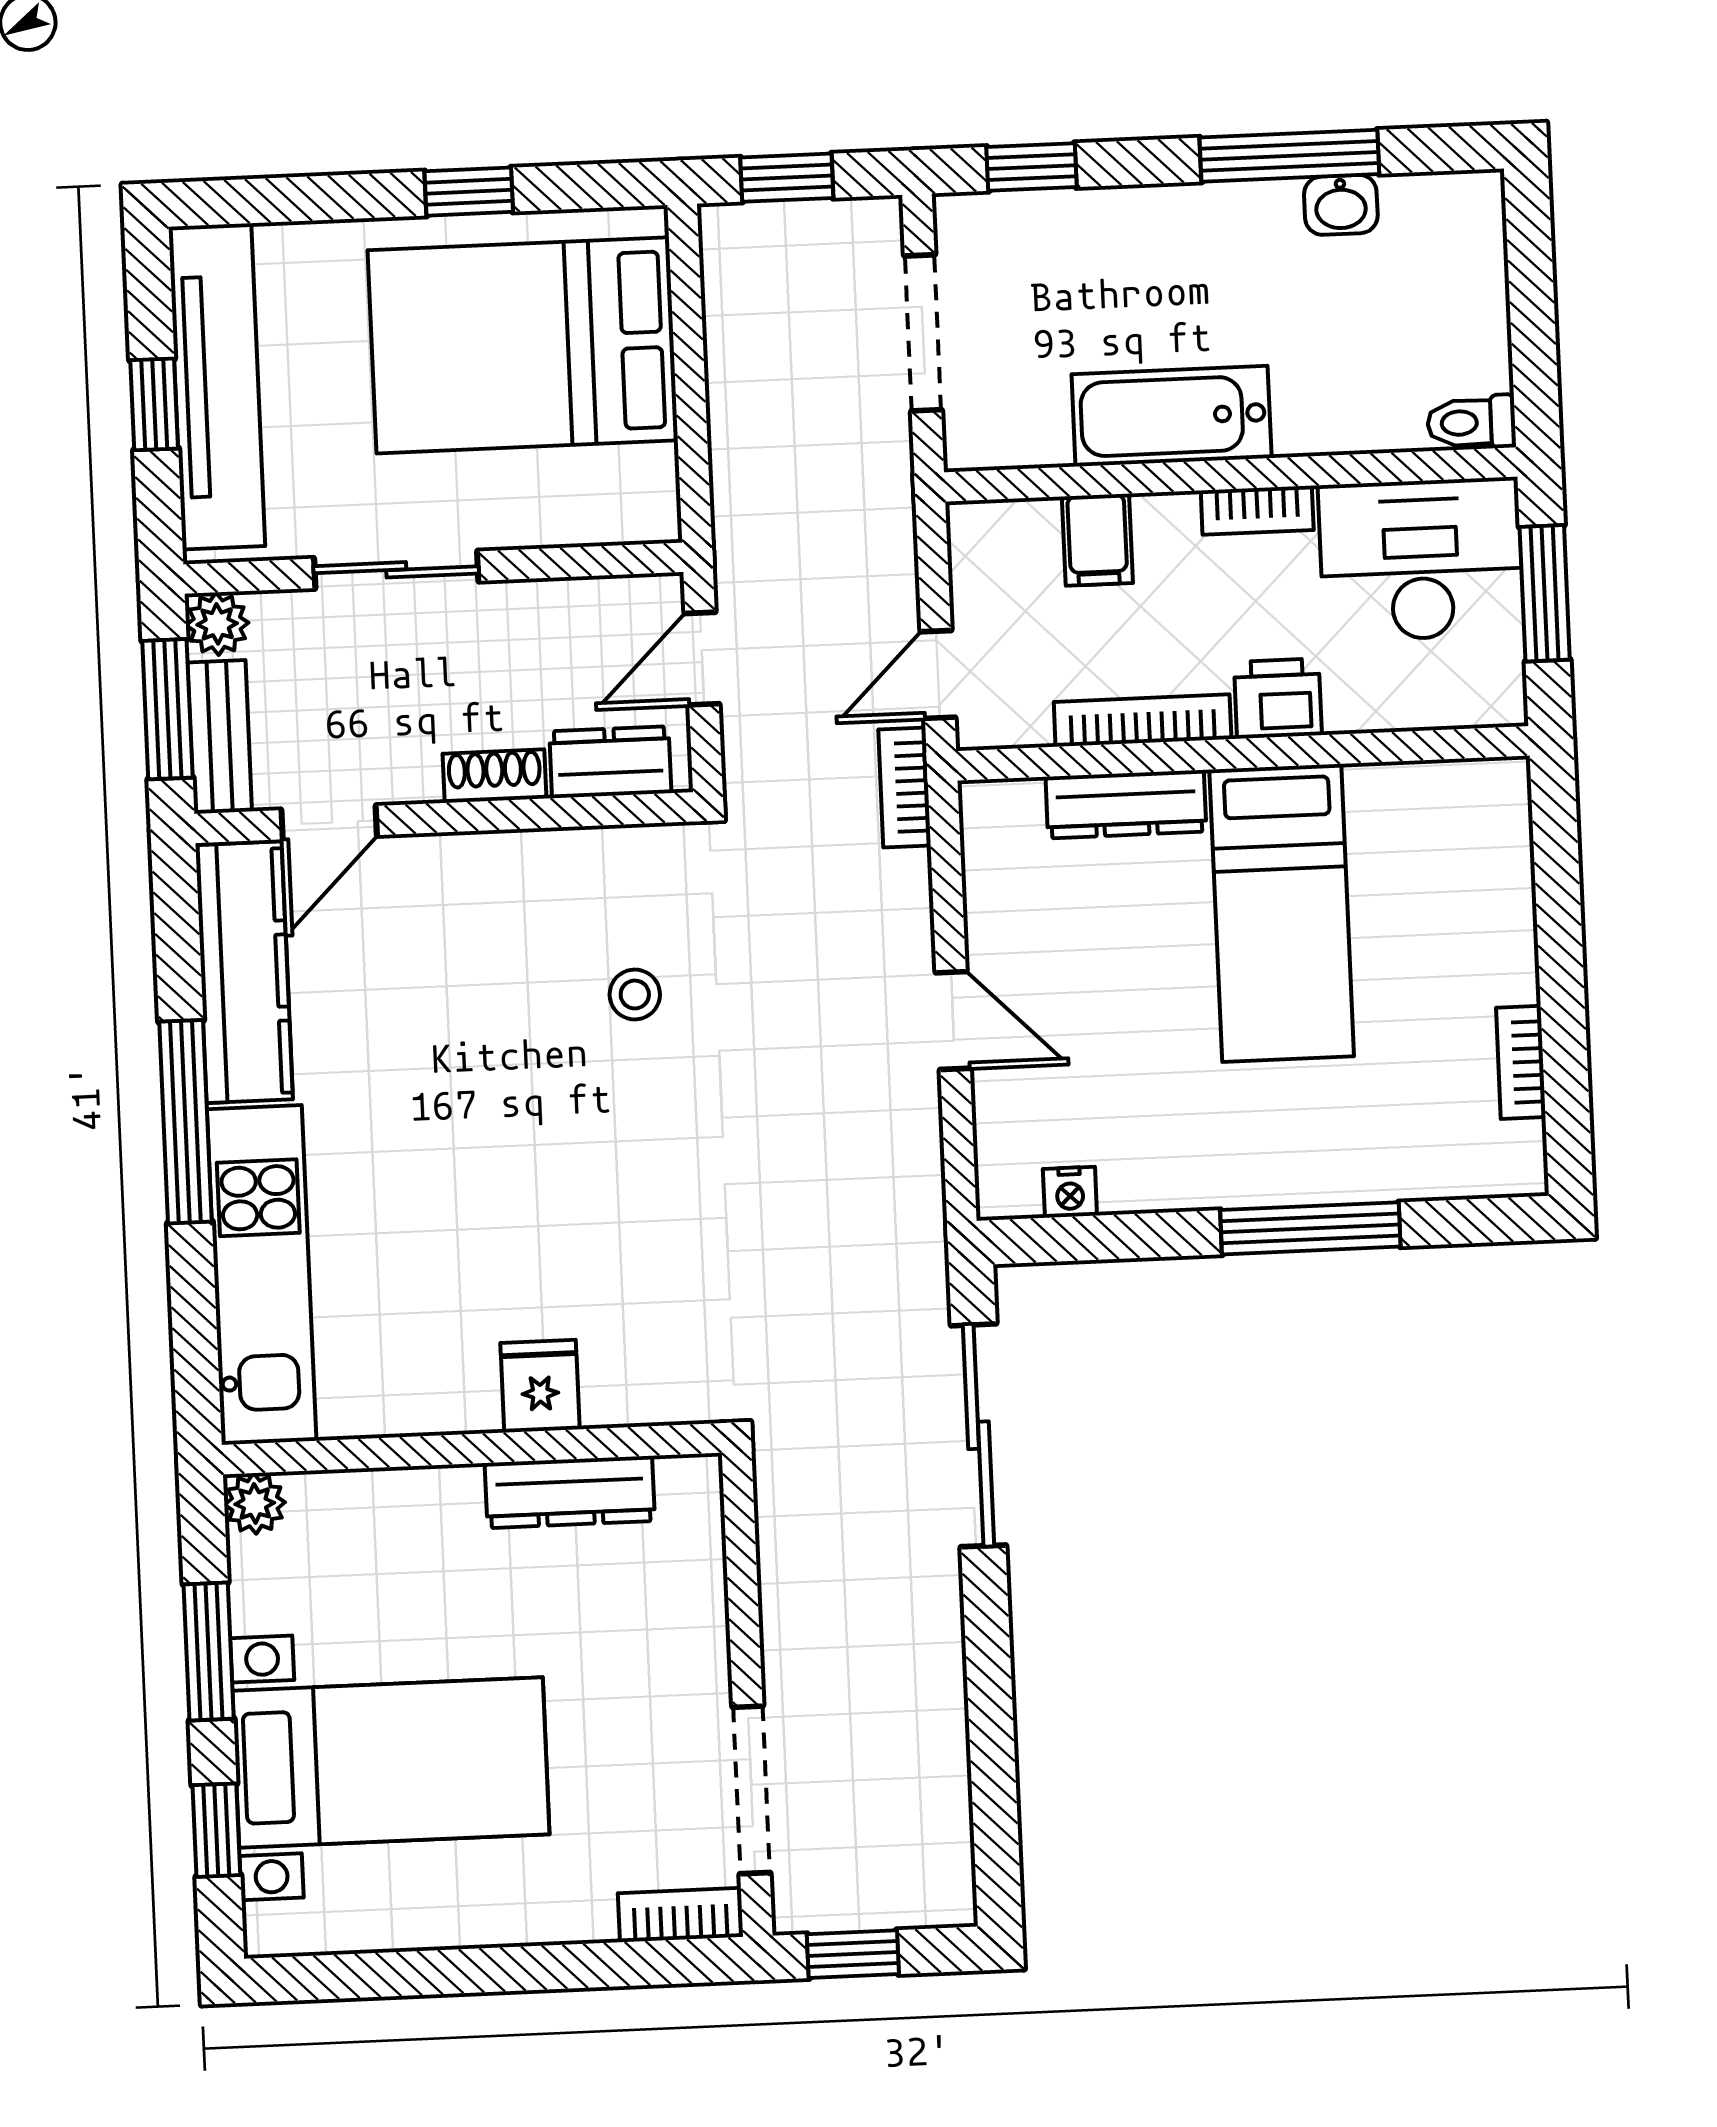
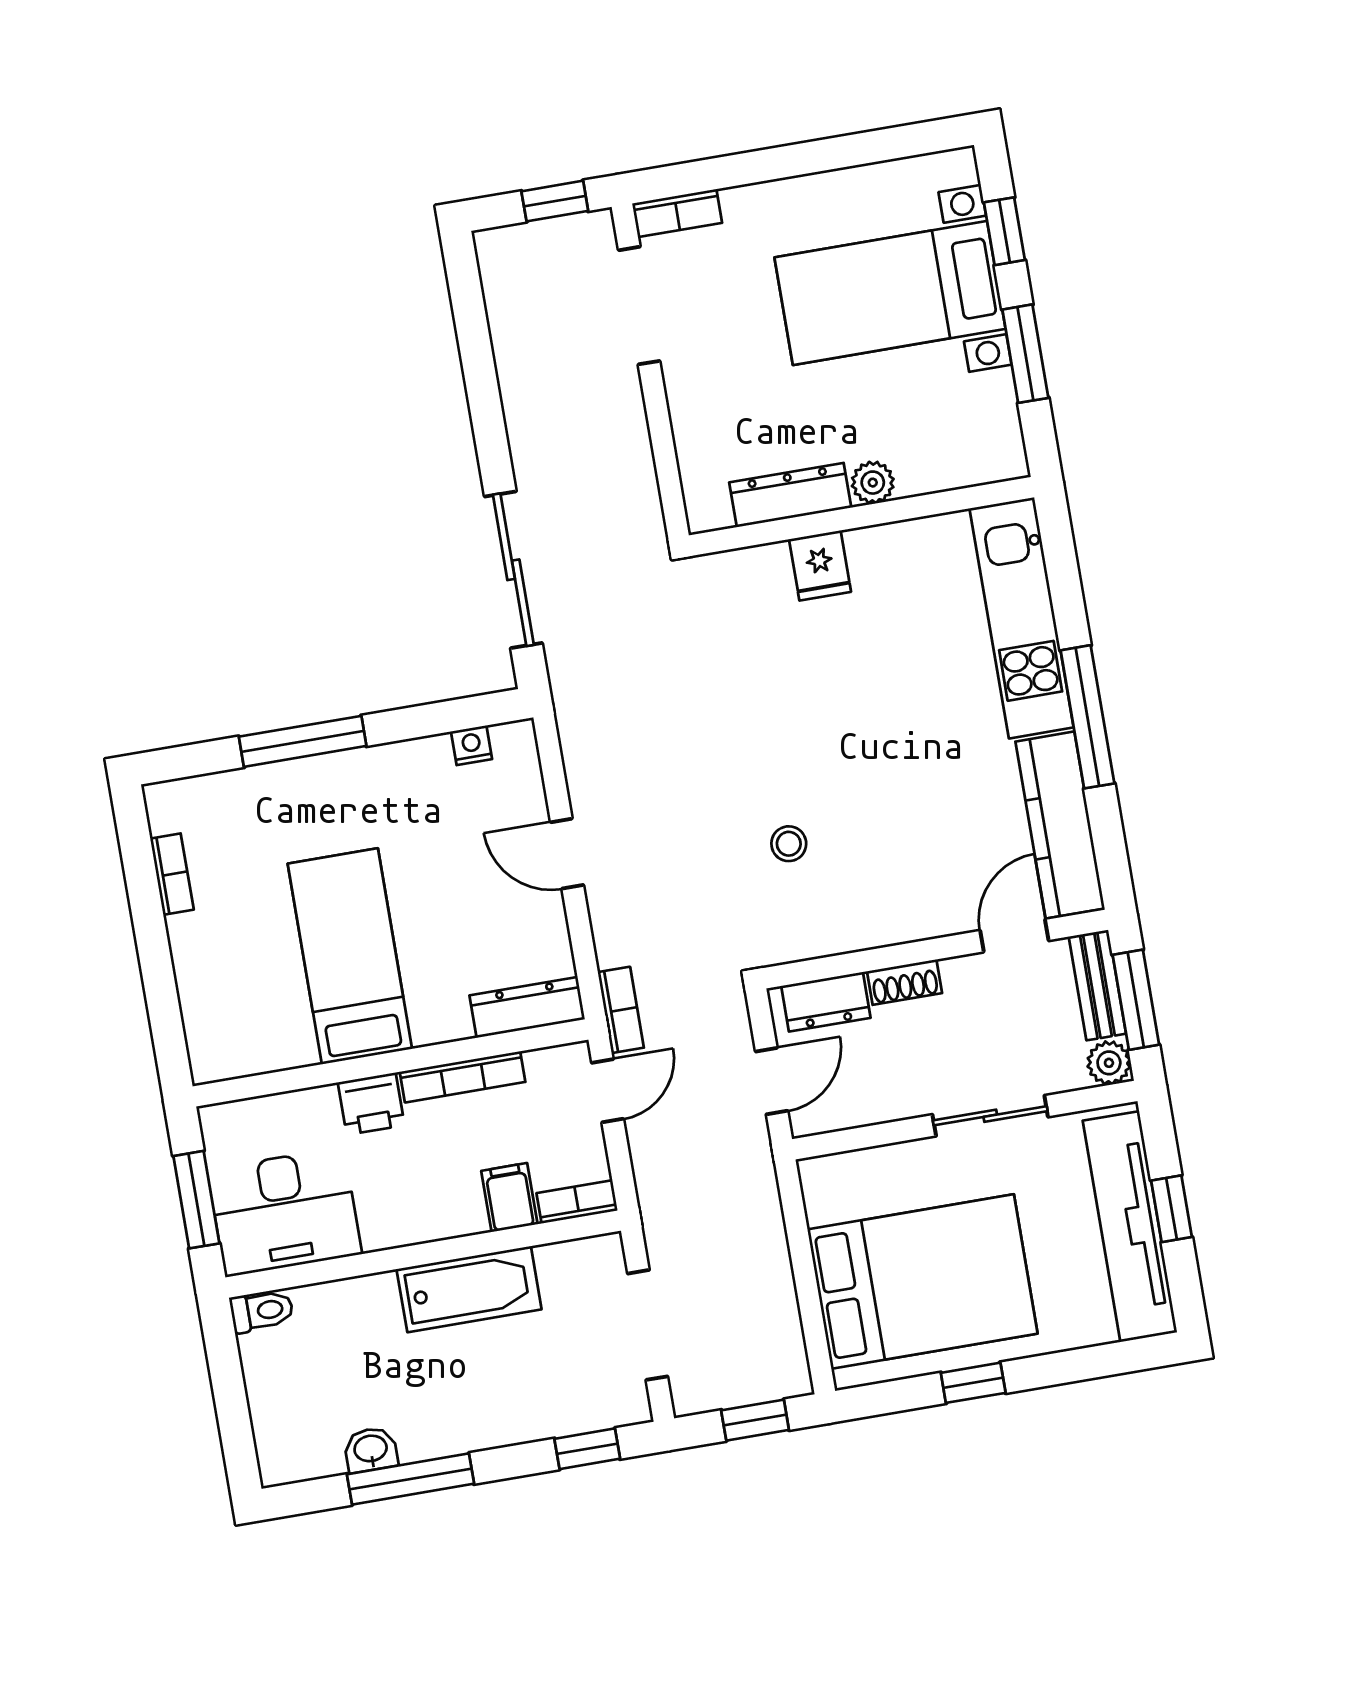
bookcase: (1257, 510) -> (577, 1202), moved
dresser: (1126, 804) -> (527, 1007), moved
plant: (255, 1503) -> (873, 483), moved

